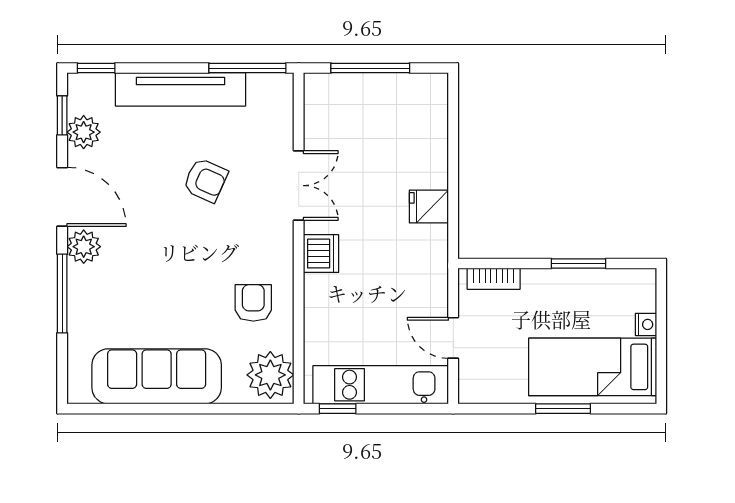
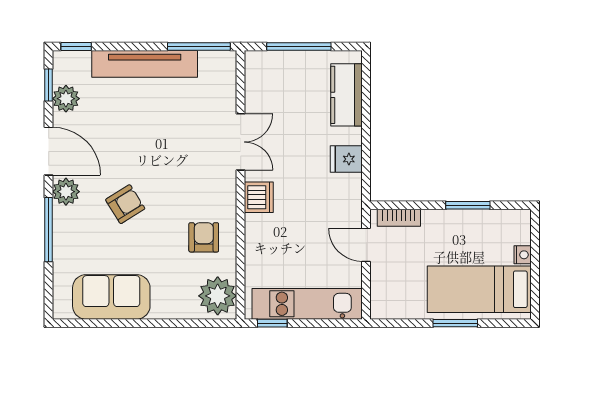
kitchen counter: (429, 127) -> (347, 95), added
armchair: (205, 180) -> (125, 204), moved, turned -56
door: (453, 338) -> (366, 245), moved
sofa: (157, 376) -> (111, 297), width x0.73

